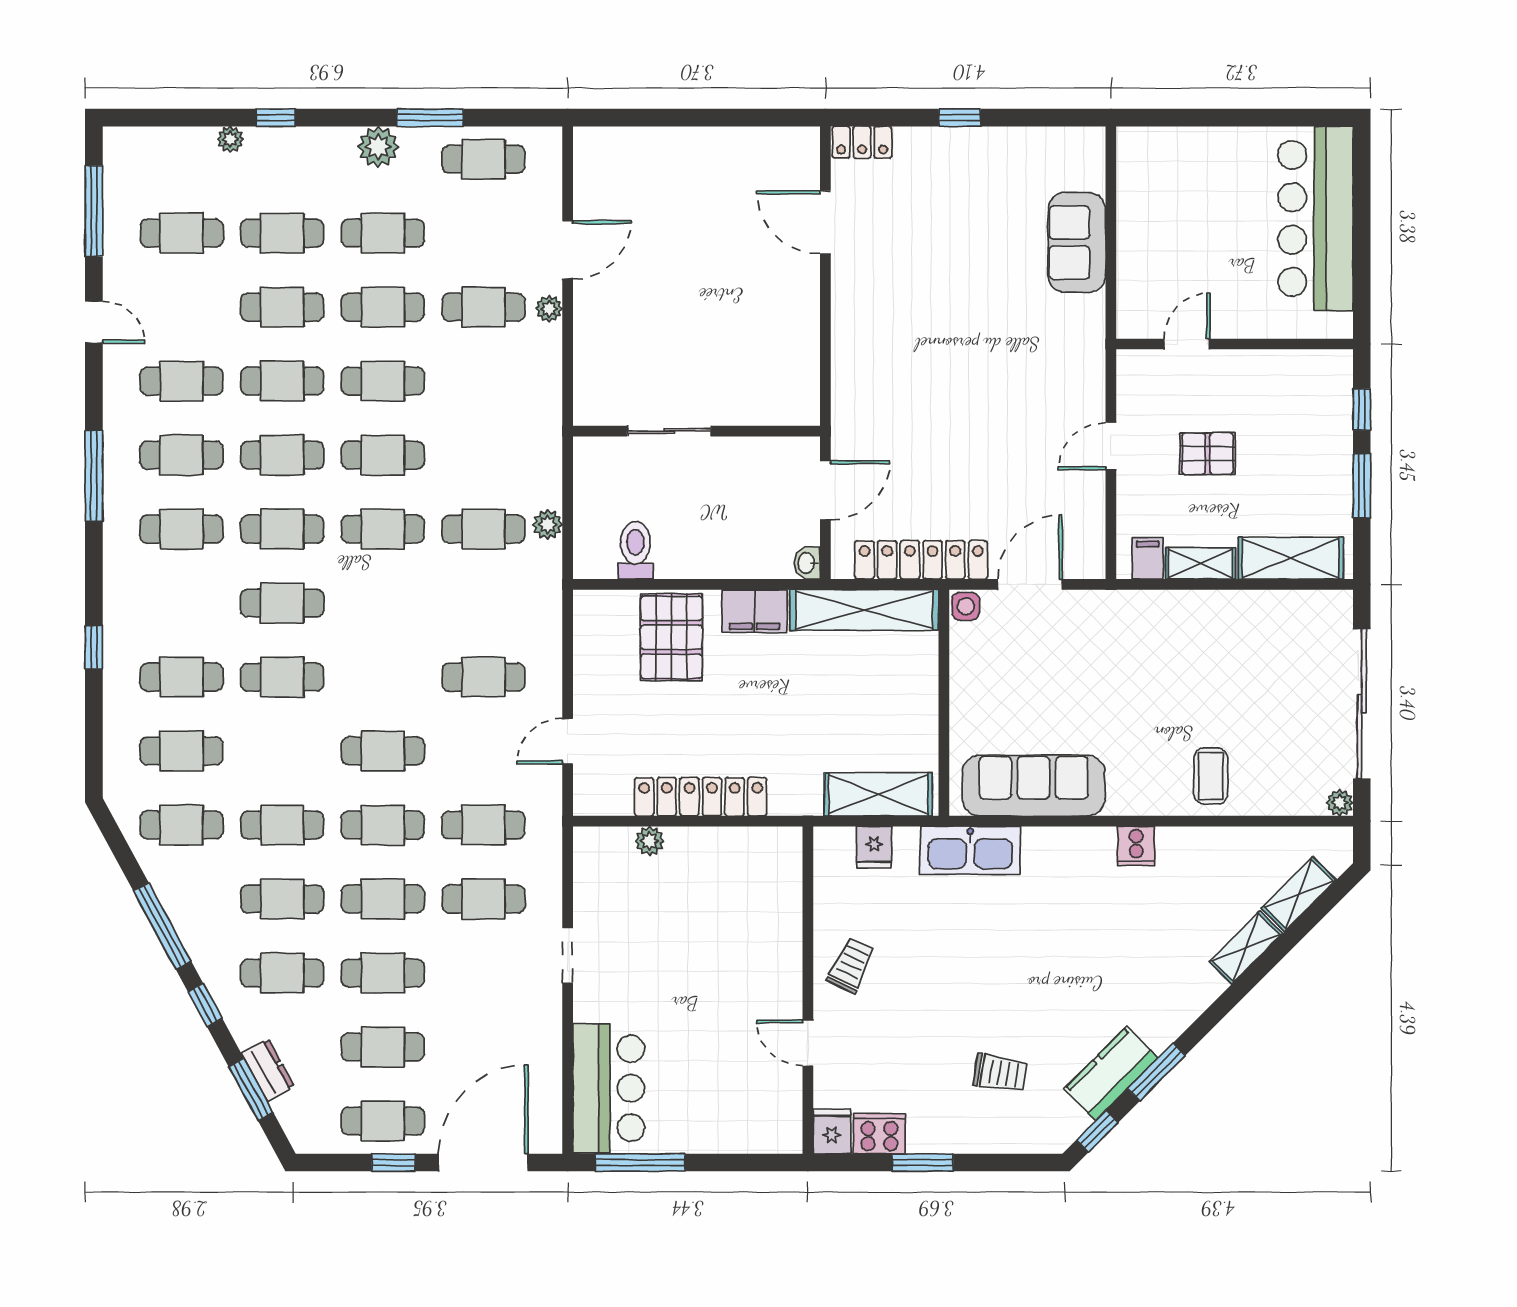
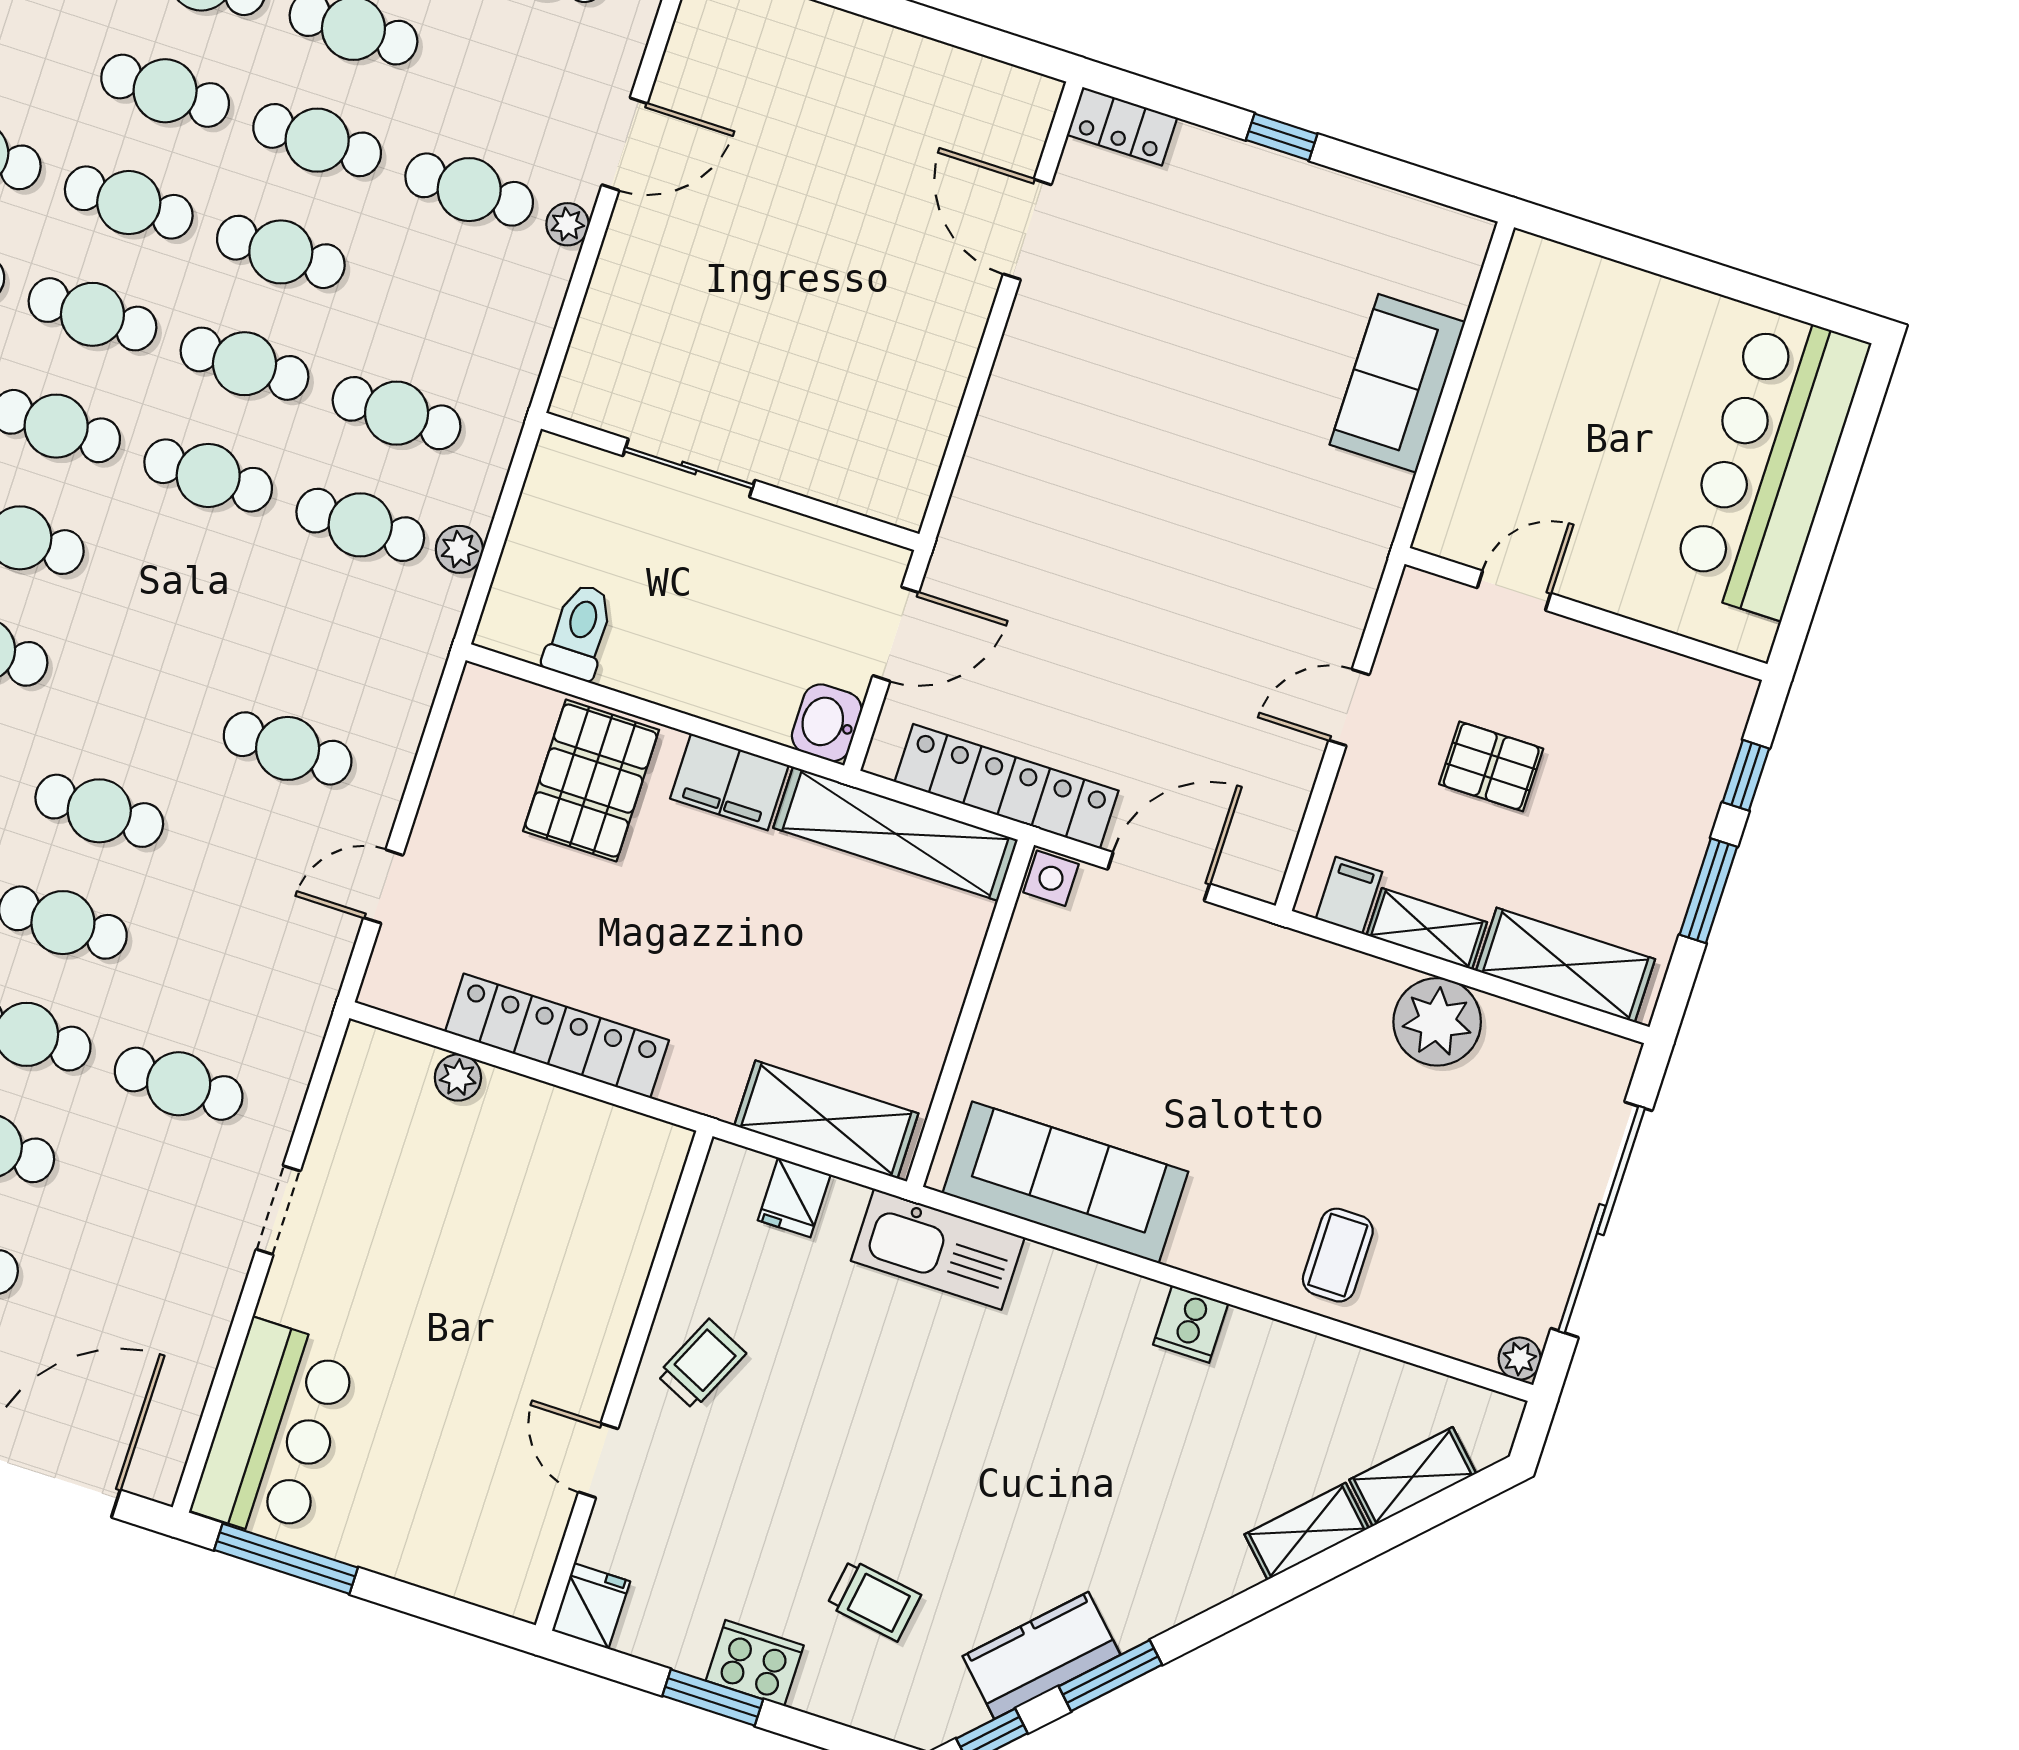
washbasin: (807, 563) -> (827, 723), width x1.38, depth x1.45
plant: (1225, 617) -> (1437, 1022), added
cafe table: (483, 825) -> (397, 413), moved
cooker: (879, 1134) -> (755, 1663), moved

